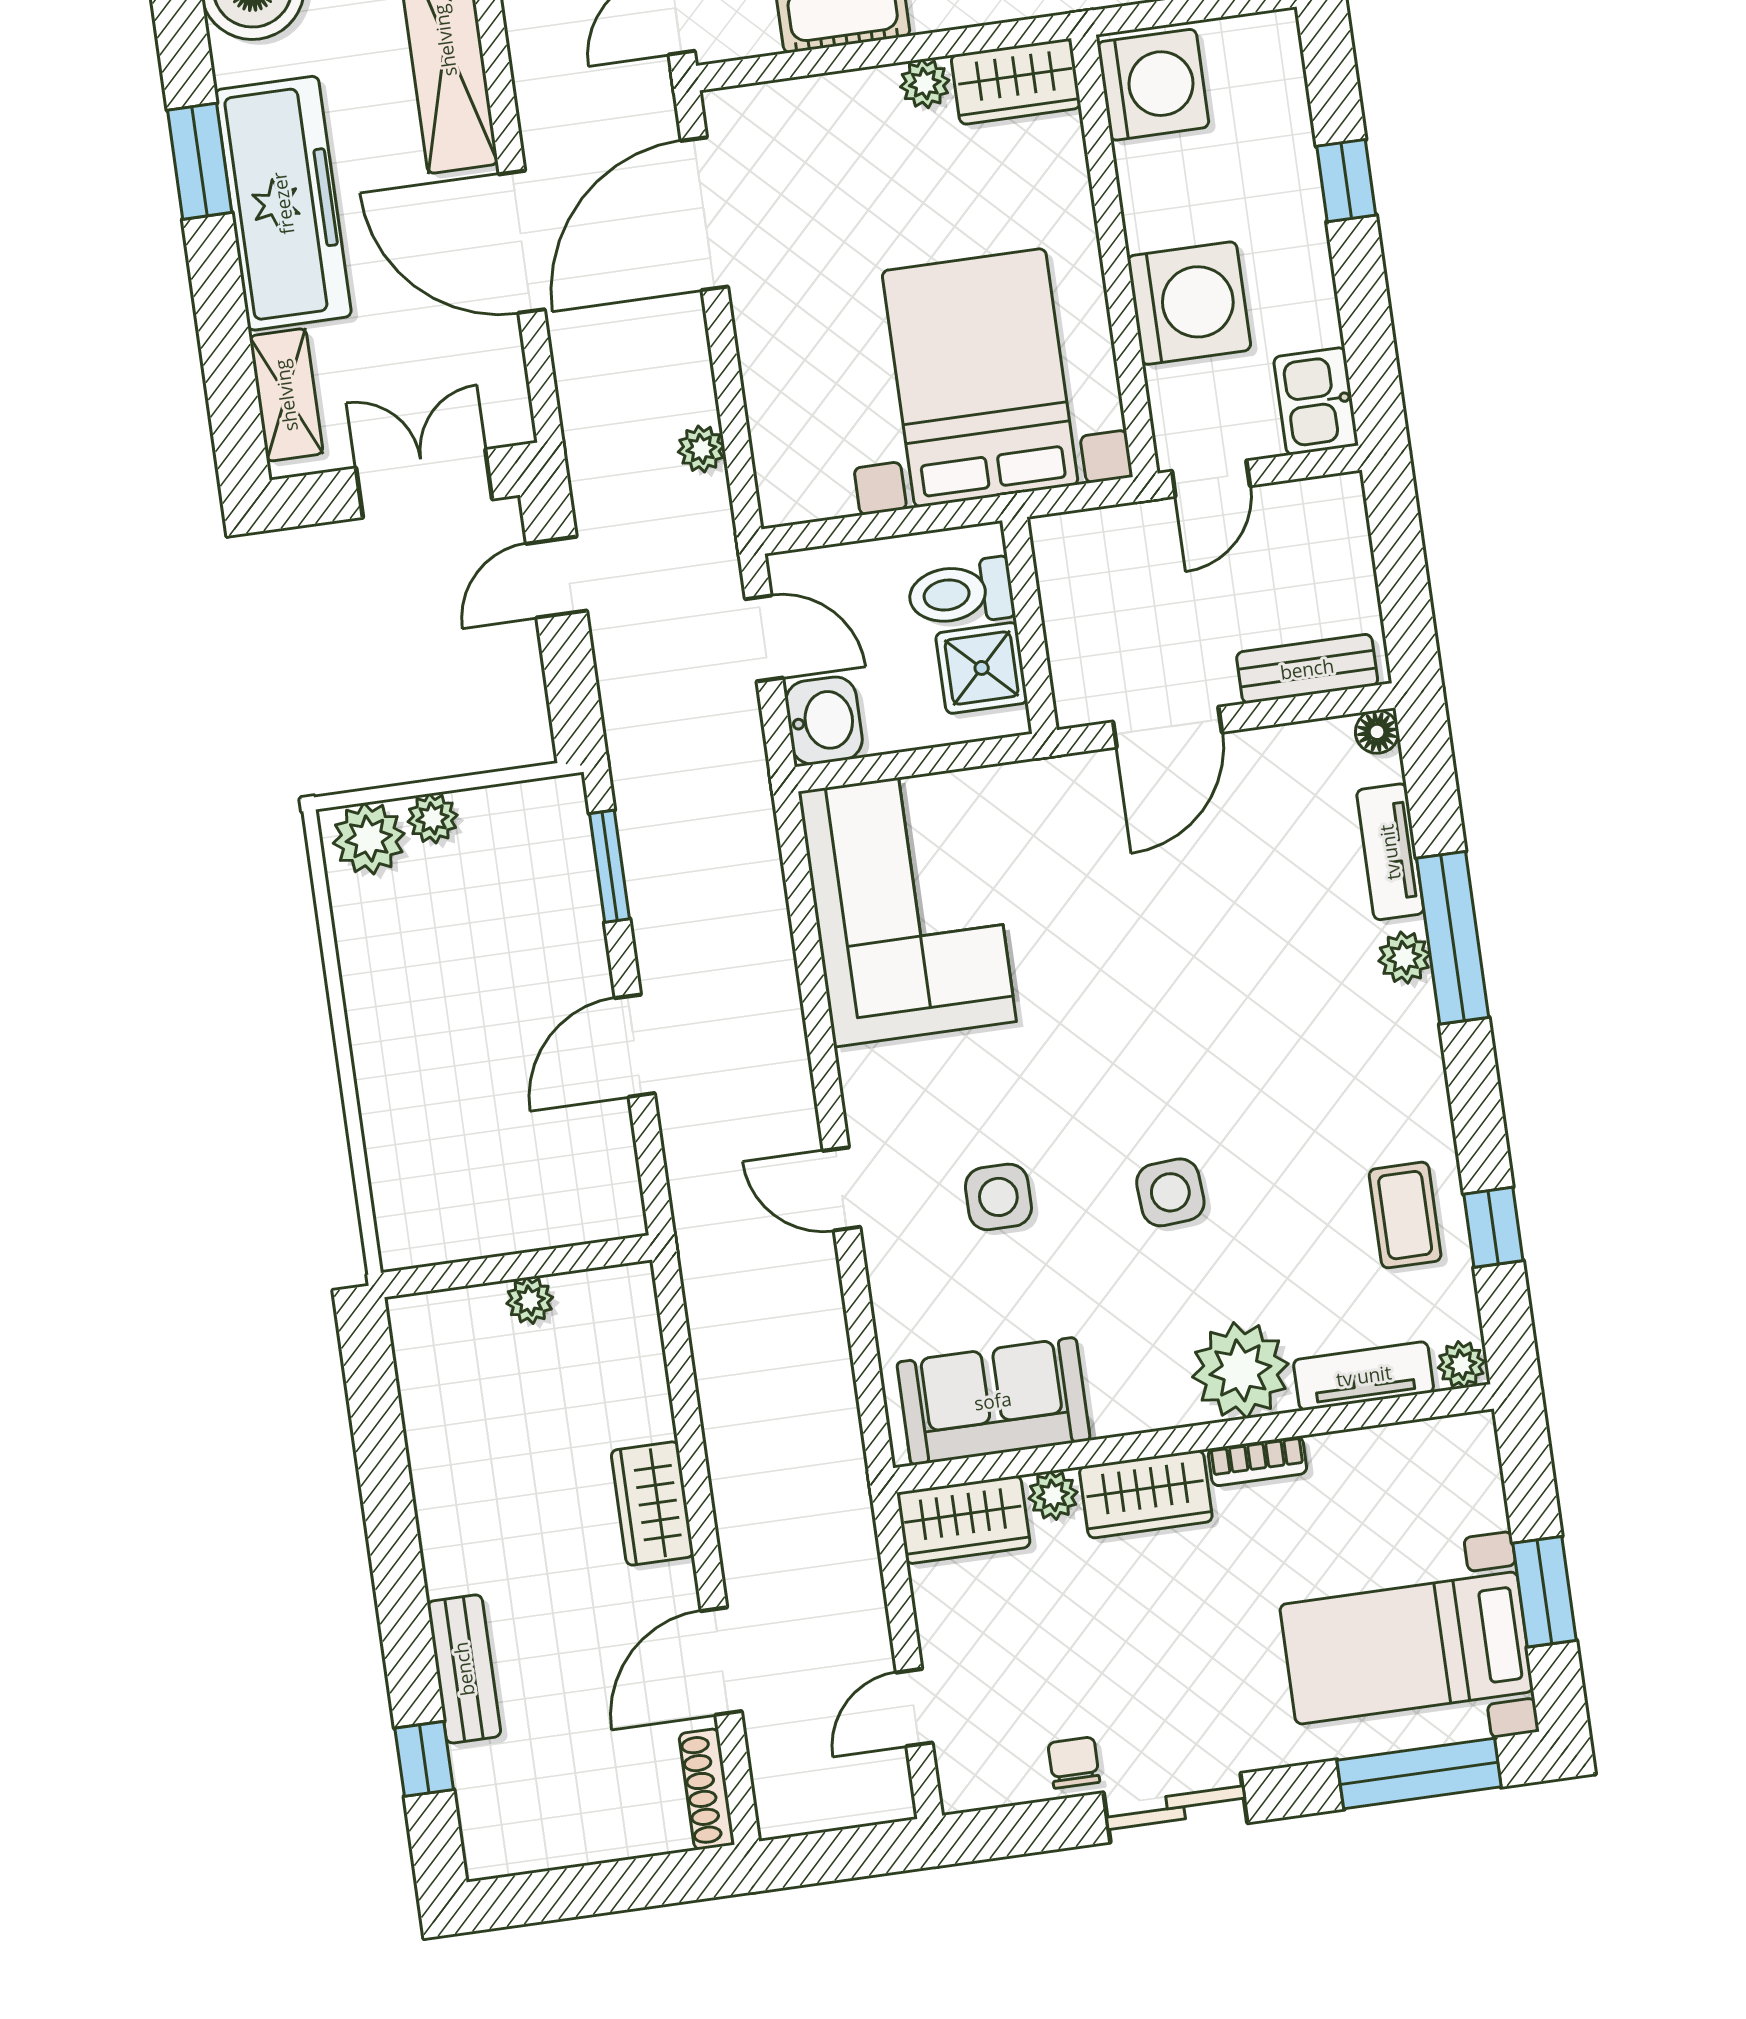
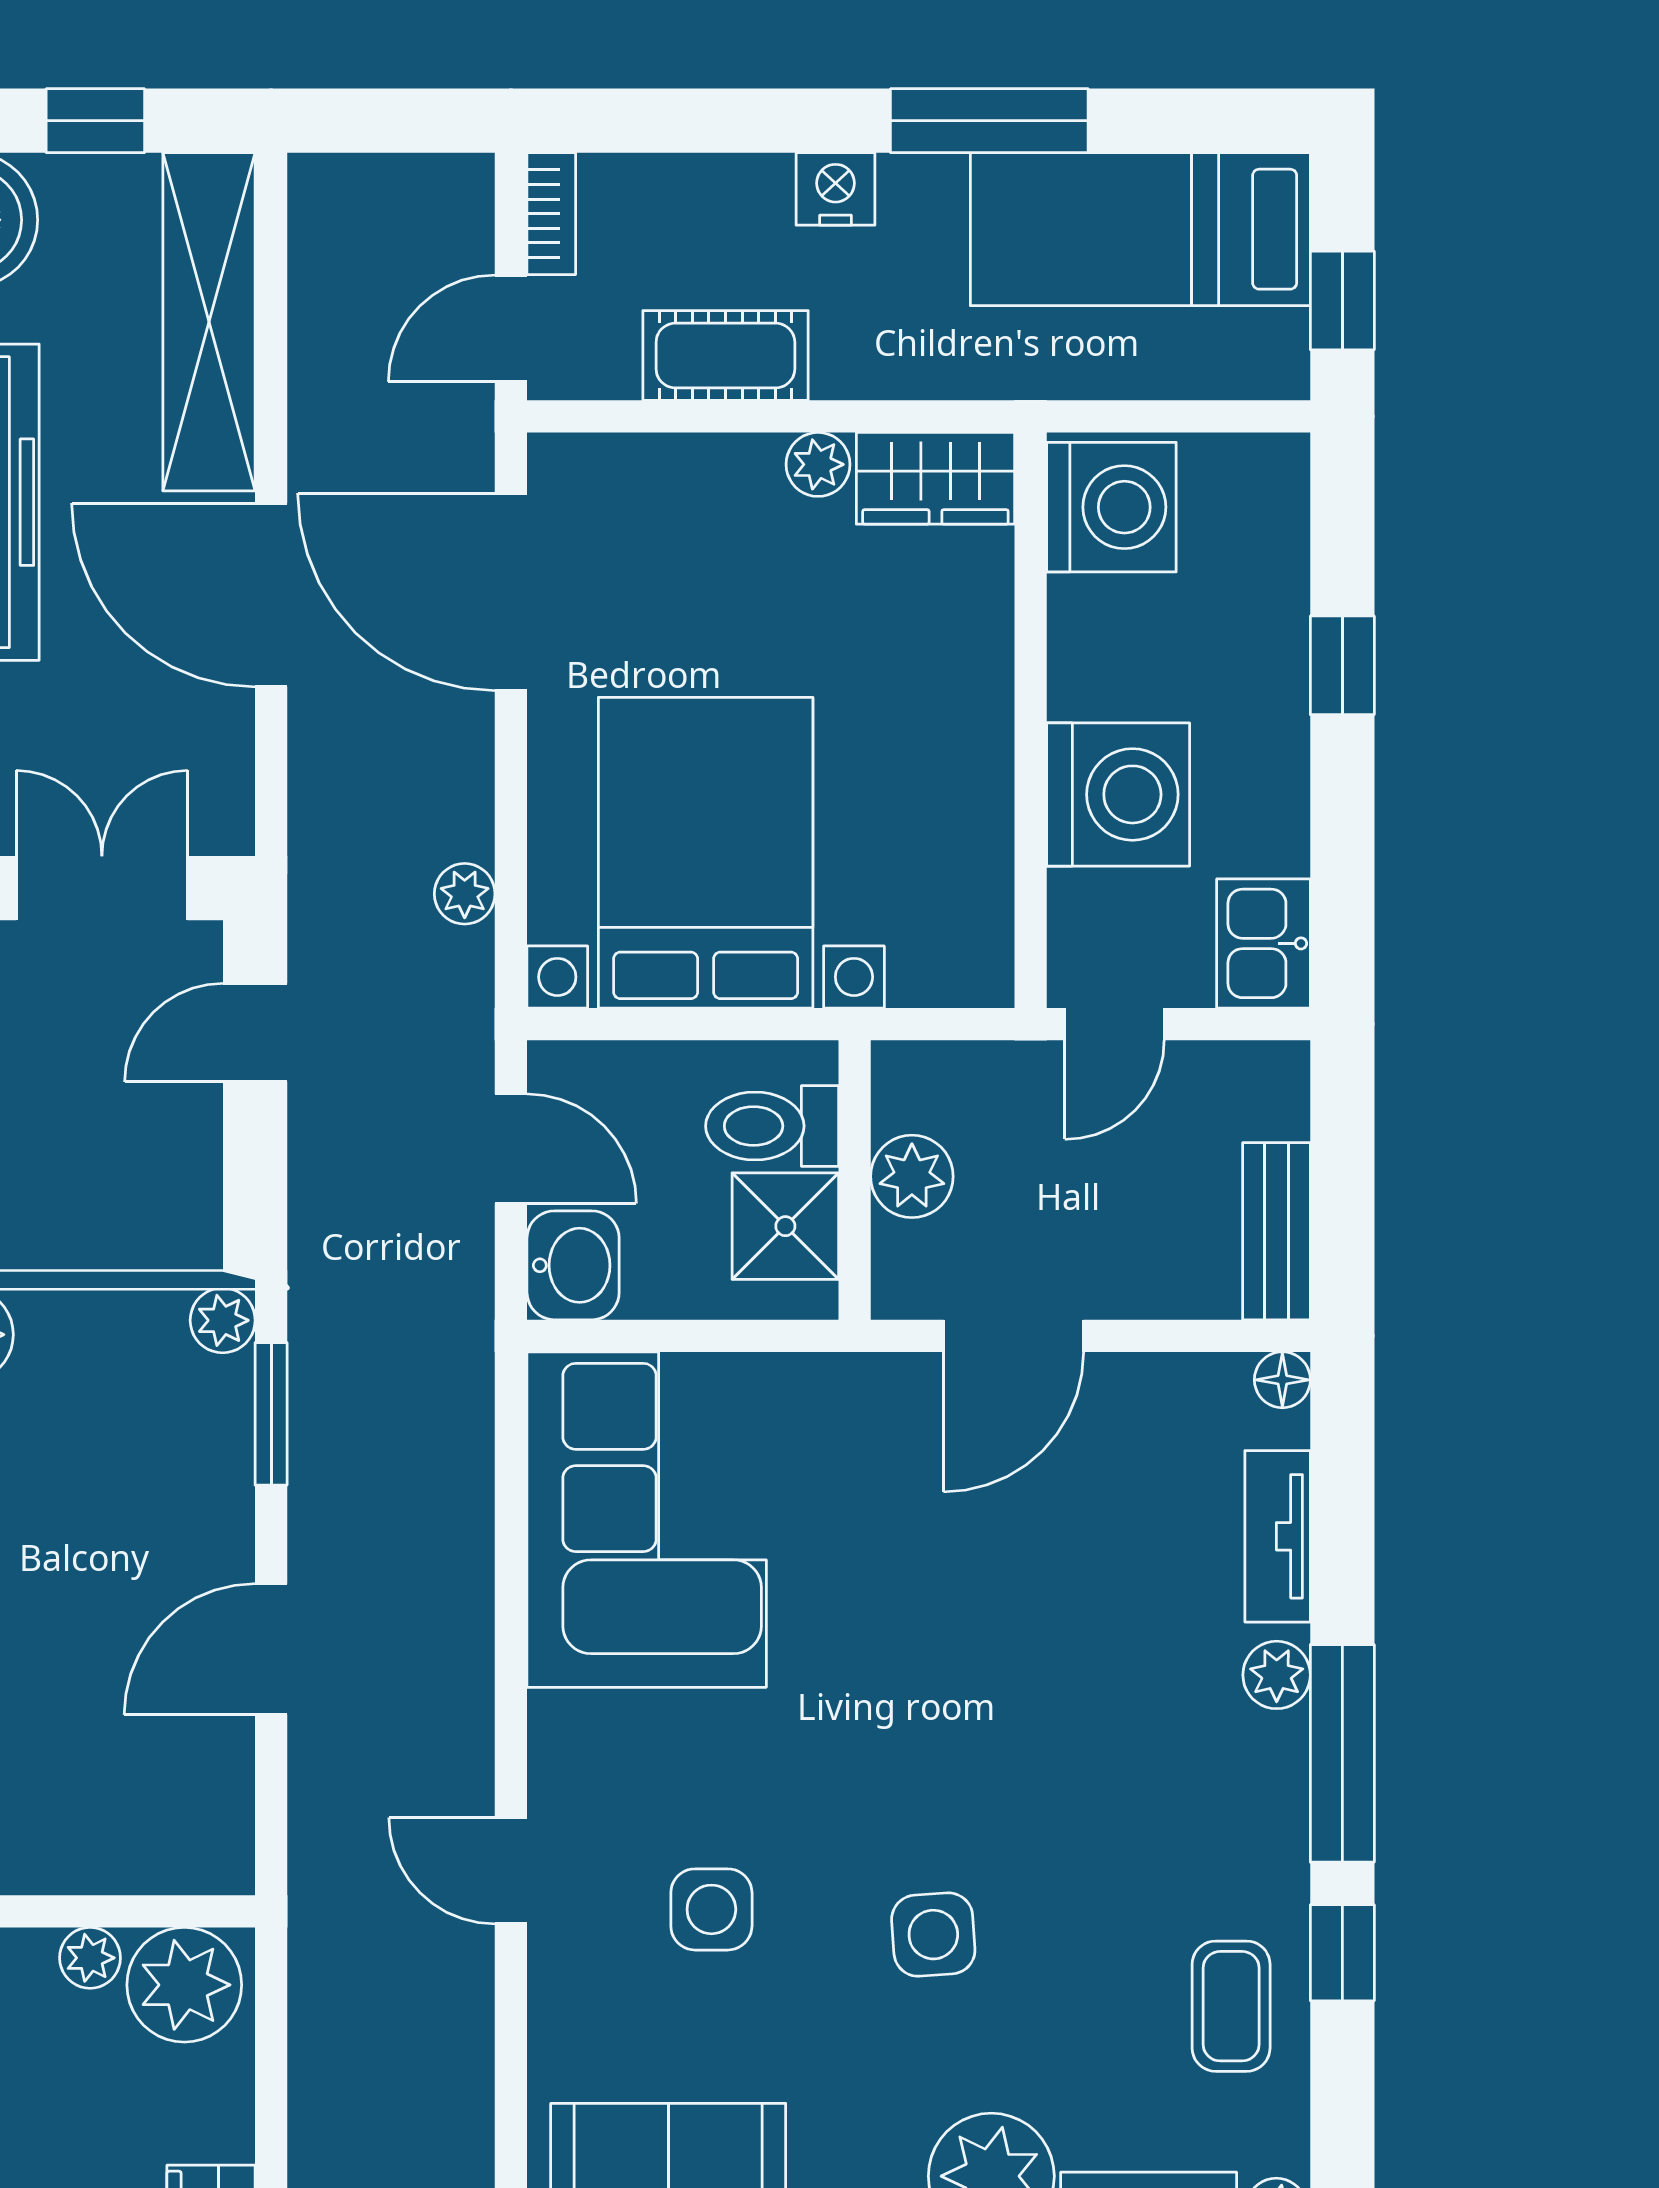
door: (704, 214) -> (511, 592), hinge flipped
bed with nightstands: (980, 378) -> (706, 853), moved
plant: (1073, 616) -> (912, 1176), added
bench: (1307, 669) -> (1277, 1231), moved, turned 90
plant: (433, 818) -> (223, 1320), moved
window: (1453, 938) -> (1342, 1753), moved
window: (1493, 1227) -> (1342, 1953), moved
plant: (604, 1311) -> (184, 1985), added

